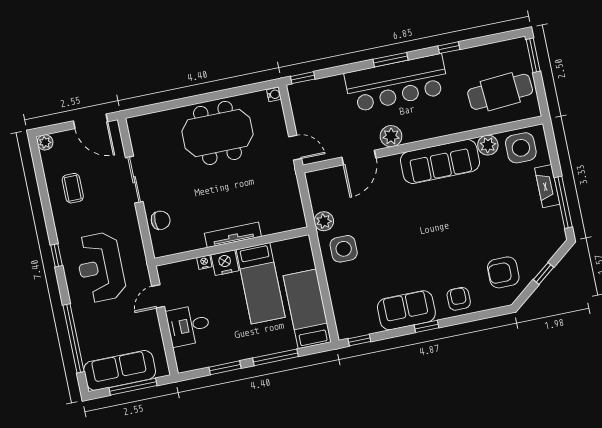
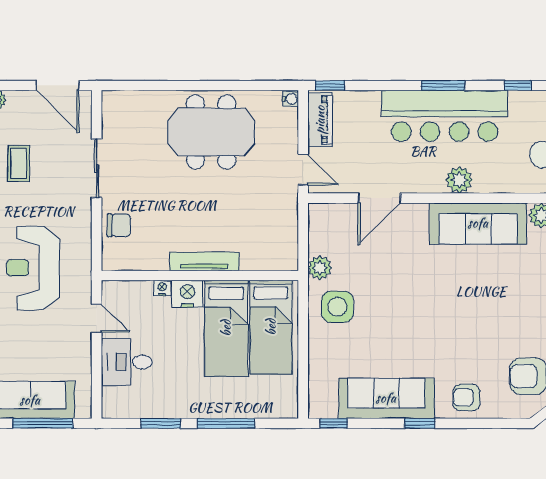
piano: (300, 106) -> (320, 120), added
plant: (391, 136) -> (459, 180), moved
door: (158, 296) -> (97, 318), swing flipped
armchair: (459, 299) -> (466, 397), turned -90
bed: (307, 309) -> (271, 327), moved, turned 180
sofa: (406, 310) -> (386, 398), width x1.36

